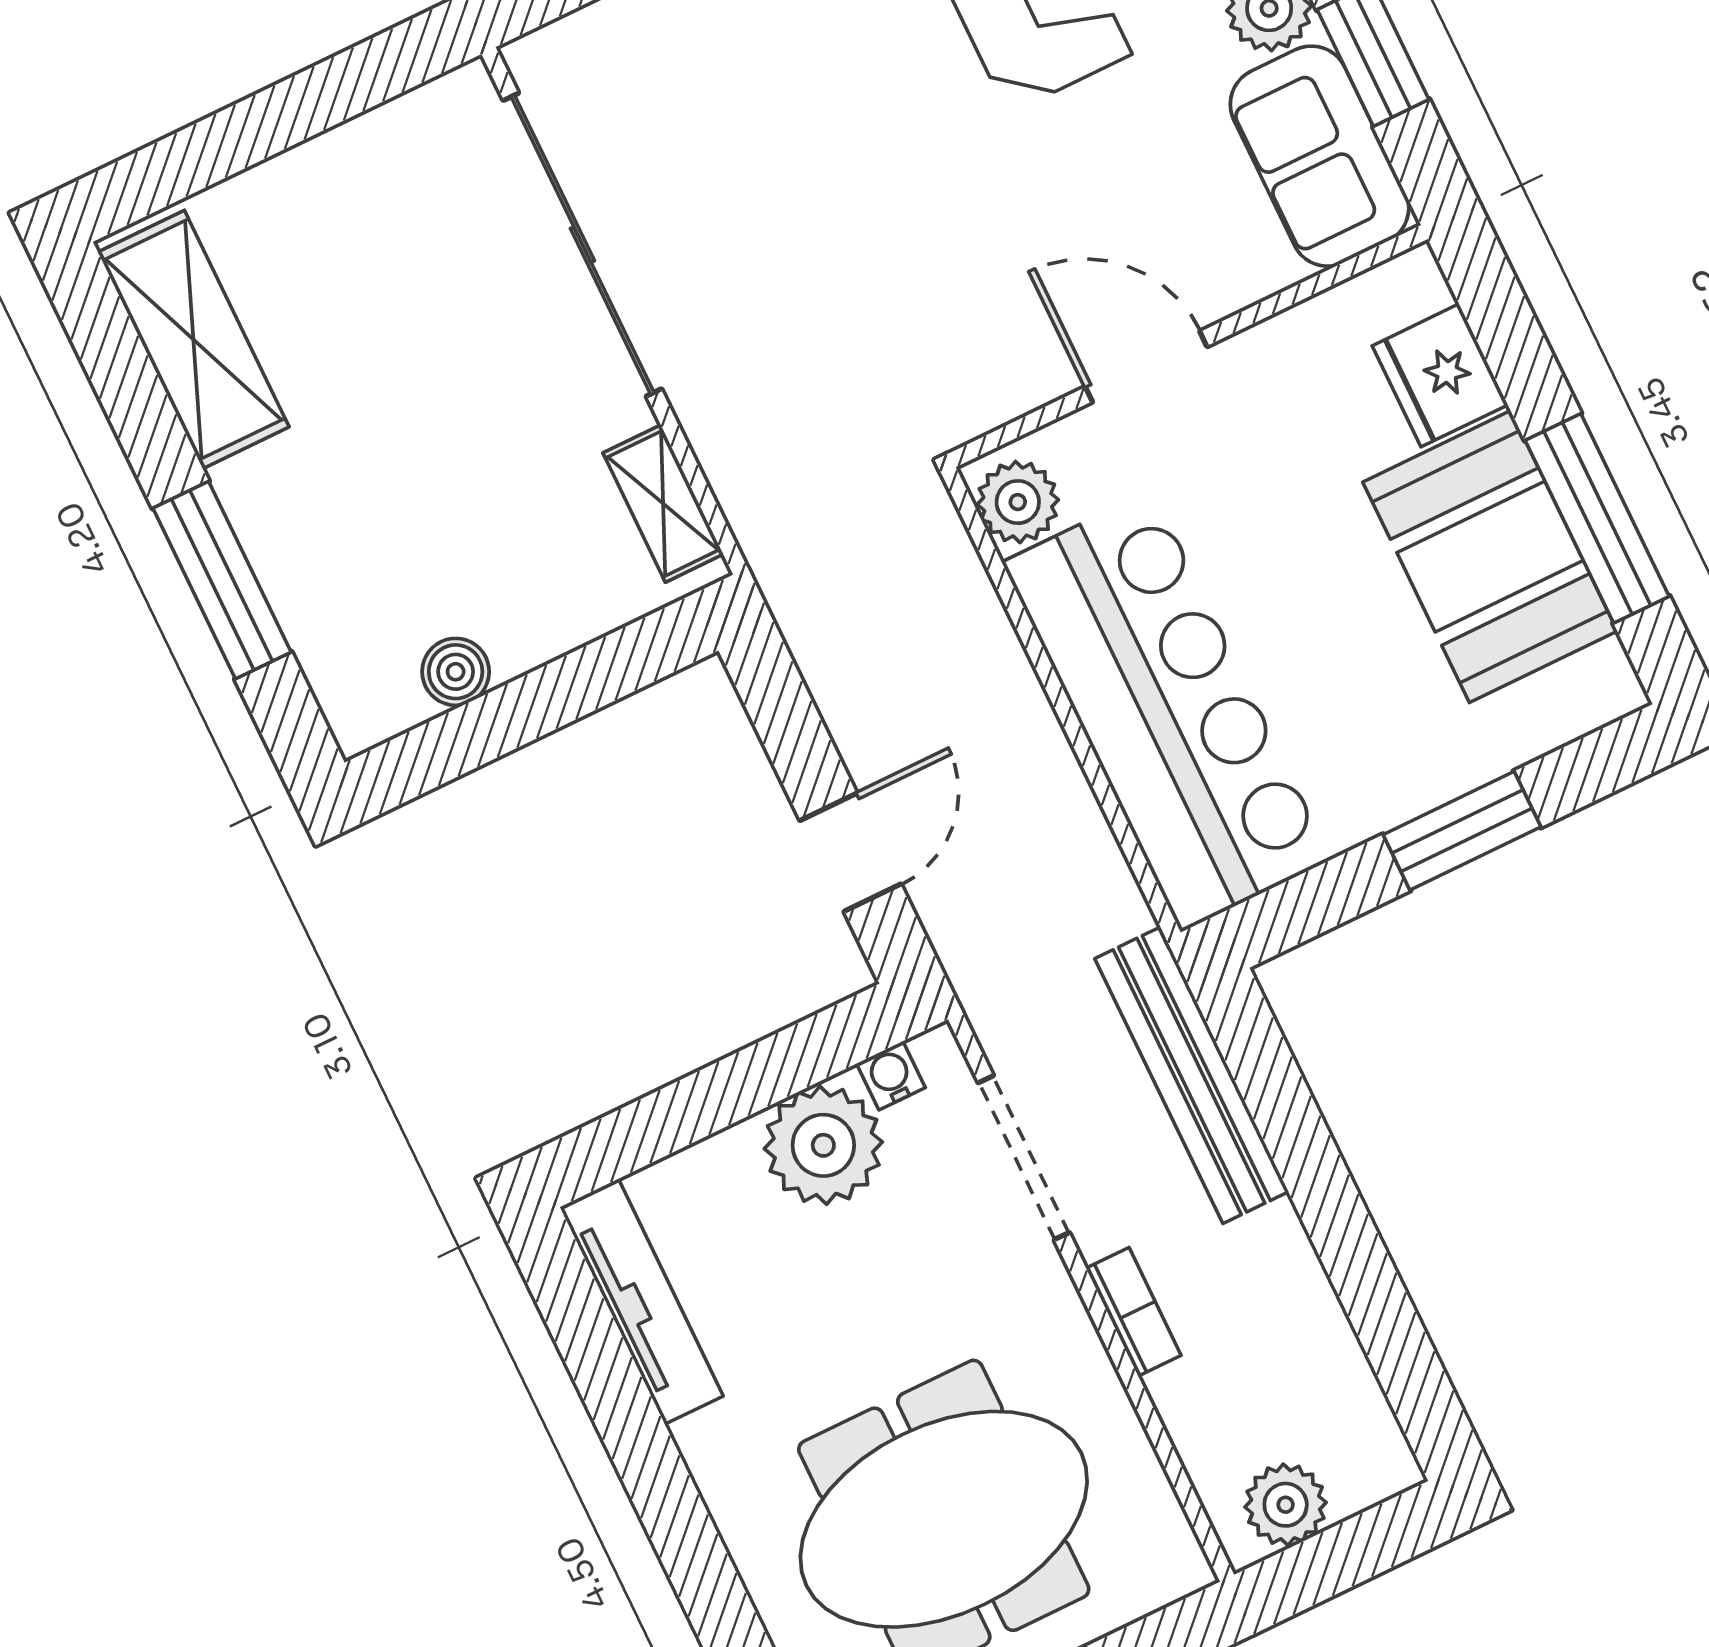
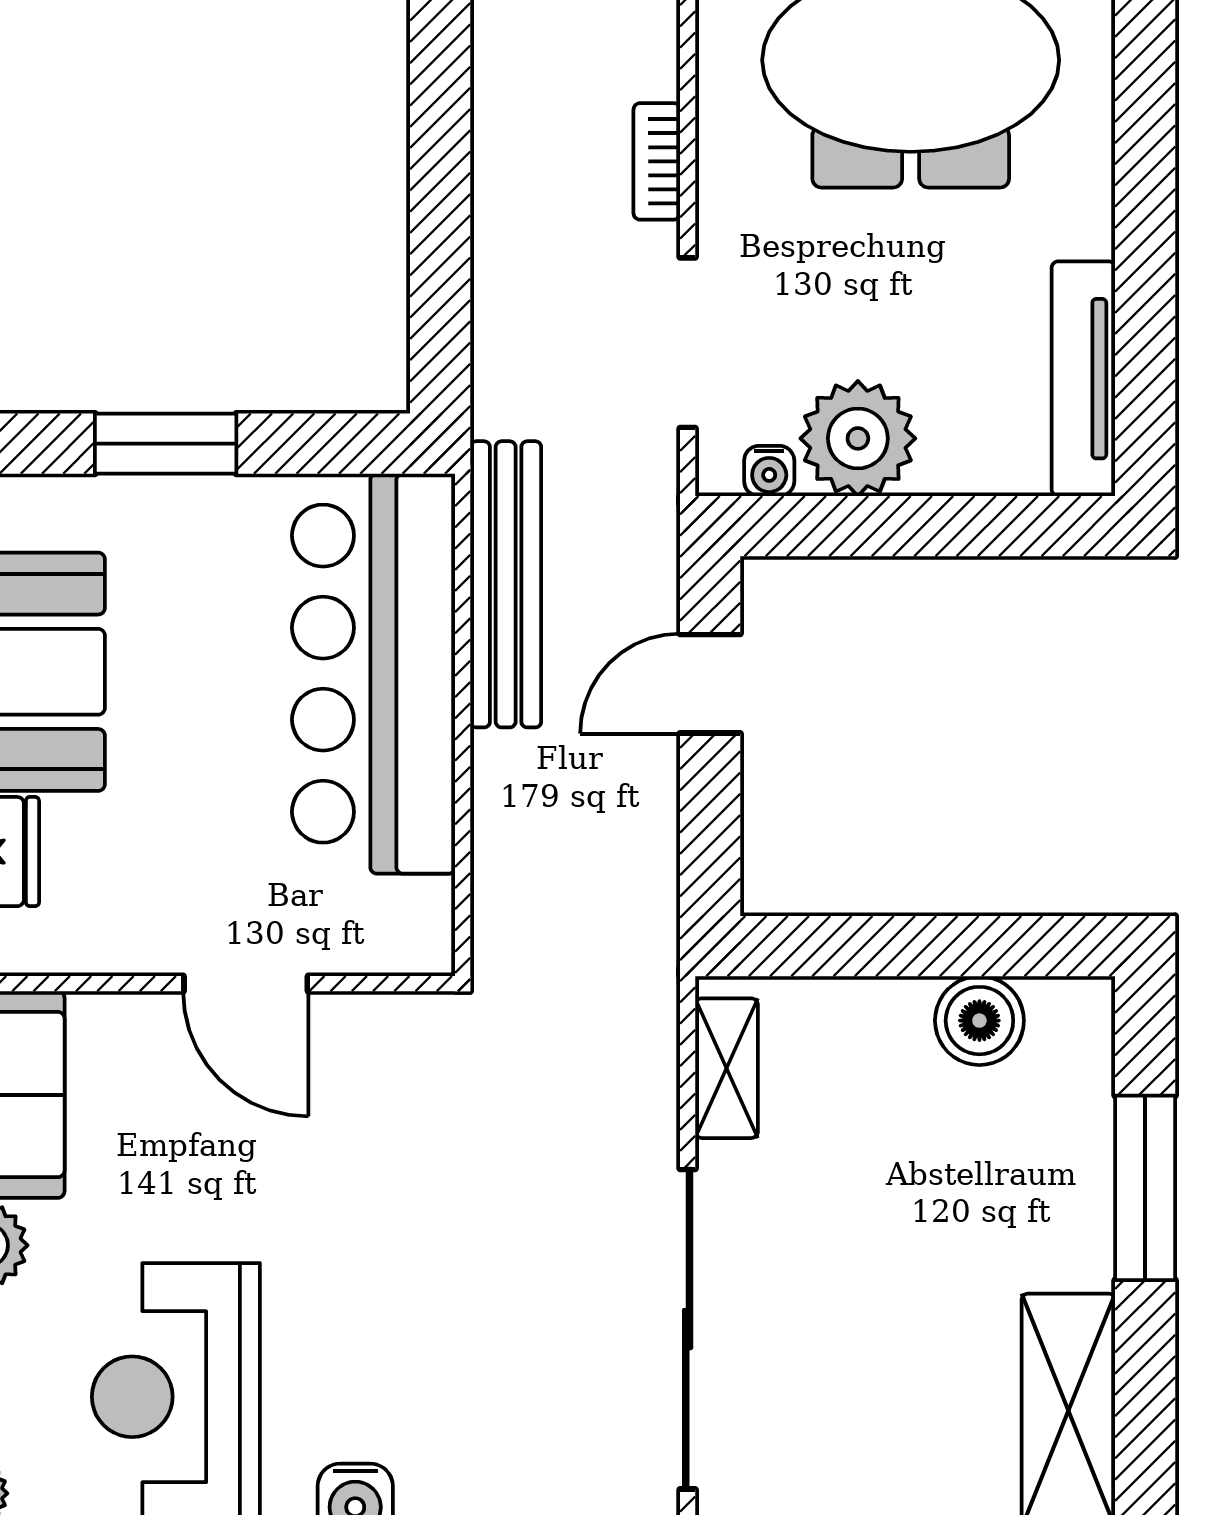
plant: (1018, 502) -> (415, 919), removed
boiler: (456, 672) -> (979, 1021), width x1.36, depth x1.36
bench: (1192, 1075) -> (506, 584), moved

